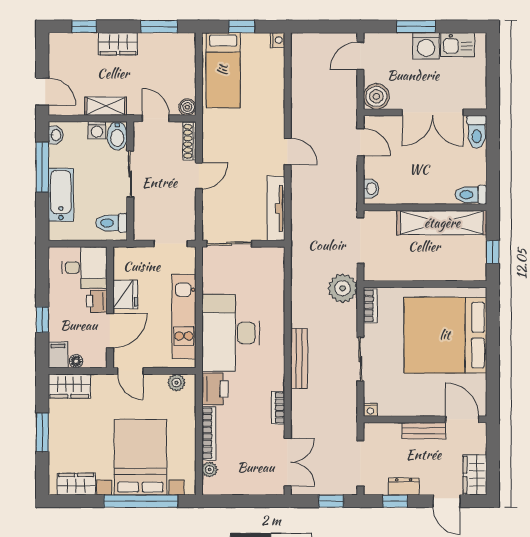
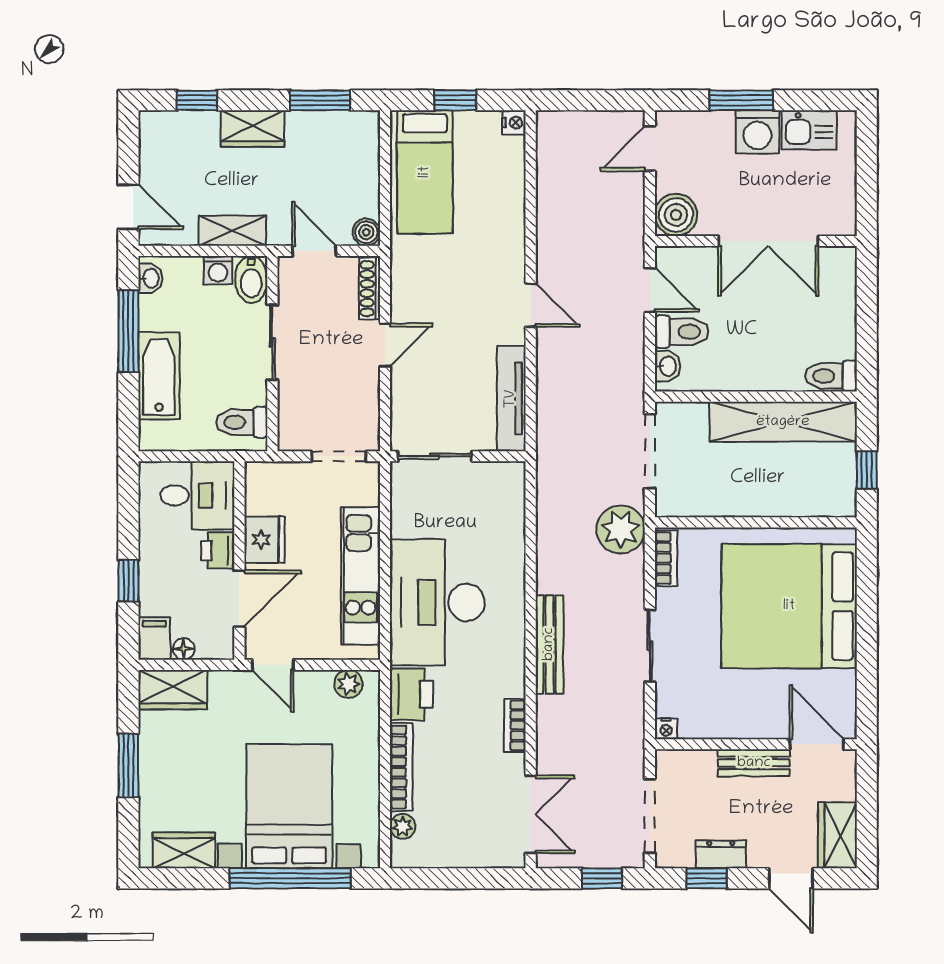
toilet: (477, 132) -> (682, 332), moved, turned -90

